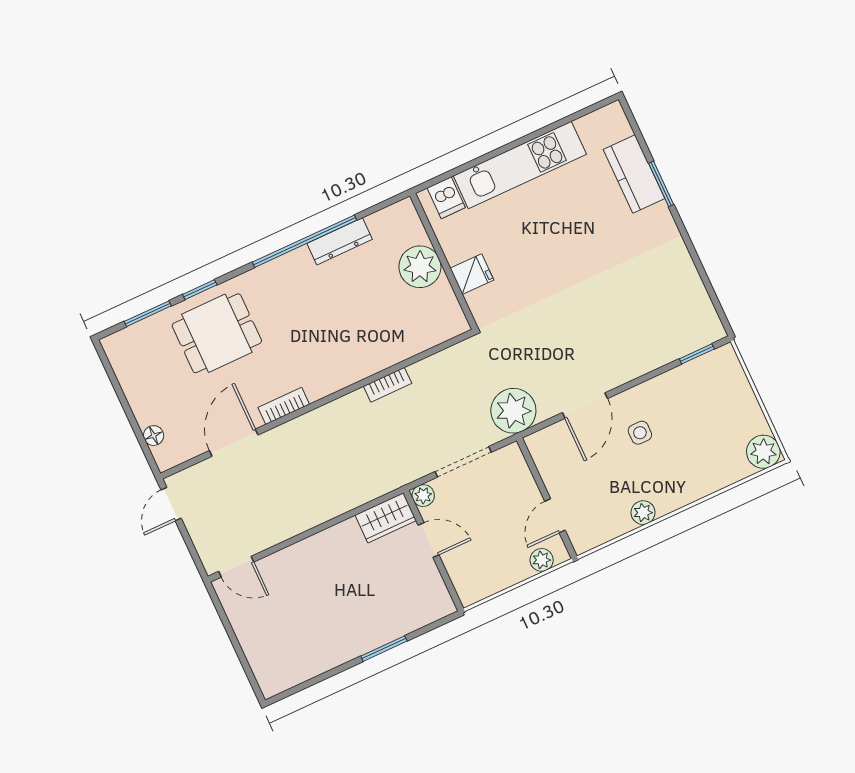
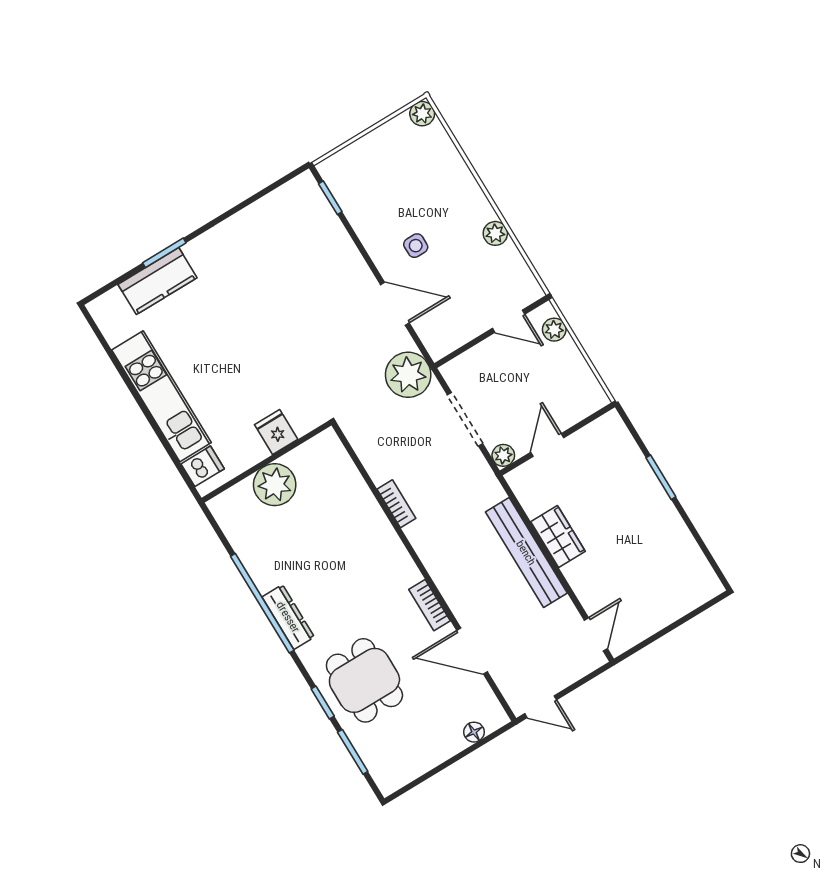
dresser: (340, 241) -> (288, 617), moved
plant: (763, 452) -> (422, 114), width x0.73, depth x0.73
bench: (325, 507) -> (526, 553), added
wardrobe: (386, 518) -> (558, 537), moved

